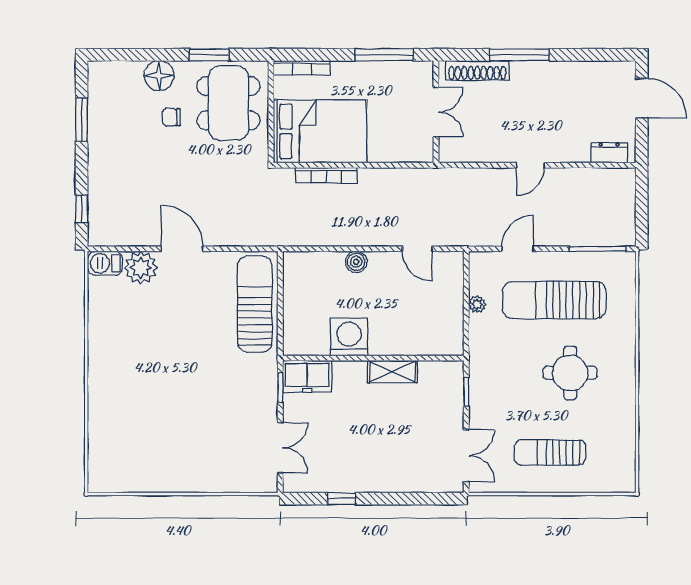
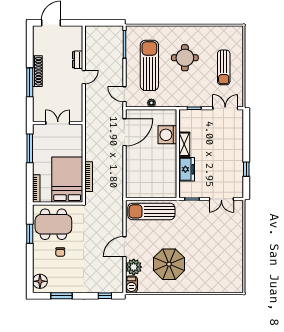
shoe rack: (477, 70) -> (37, 71), moved
floor lamp: (159, 76) -> (40, 281), moved
dresser: (609, 153) -> (78, 60), moved
door: (530, 165) -> (84, 77), hinge flipped
door: (417, 249) -> (124, 132), width x1.87
door: (517, 249) -> (124, 94), moved
boiler: (356, 262) -> (131, 162), removed
sun lounger: (554, 300) -> (149, 65), turned 180
washing machine: (349, 337) -> (167, 135), moved
parasol: (147, 340) -> (169, 264), added
freezer: (307, 376) -> (187, 169), moved
double door: (280, 448) -> (221, 199), swing flipped

